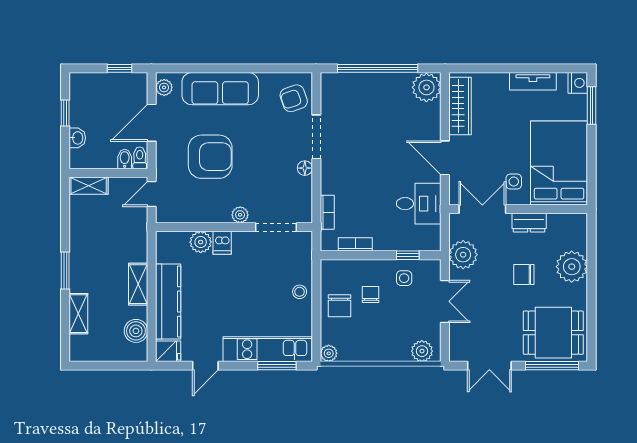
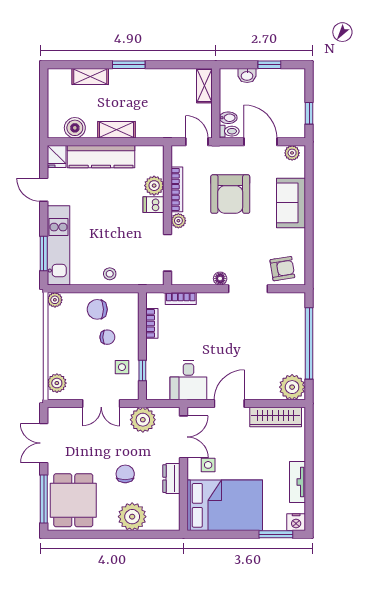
sofa: (220, 89) -> (291, 203), width x0.73
armchair: (294, 98) -> (282, 269), turned 100
bookcase: (205, 217) -> (177, 189), added

